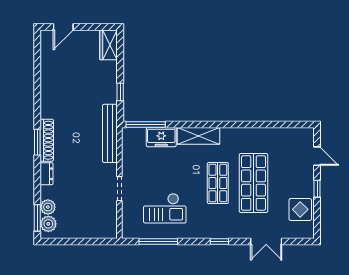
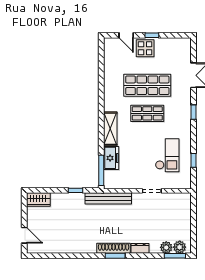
door: (317, 156) -> (126, 35), swing flipped
display table: (300, 209) -> (145, 48), moved
window: (158, 241) -> (193, 160), width x0.46

